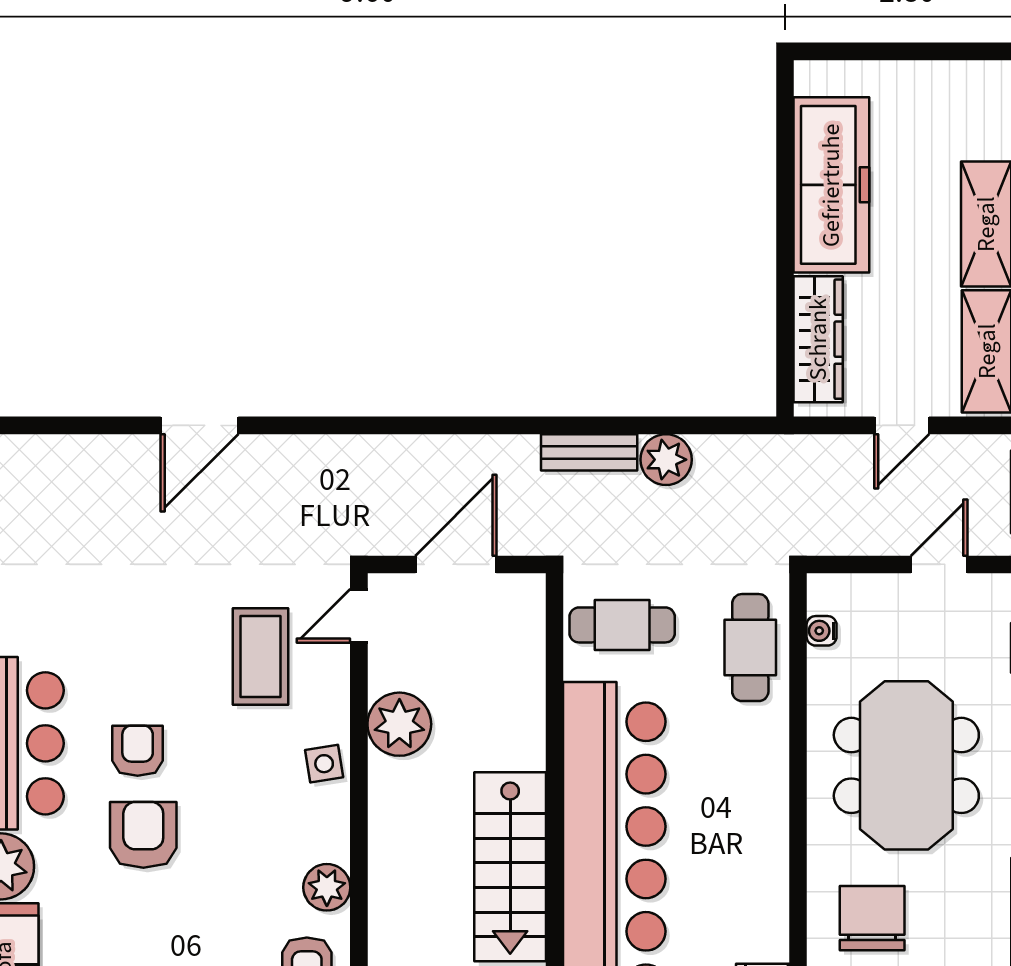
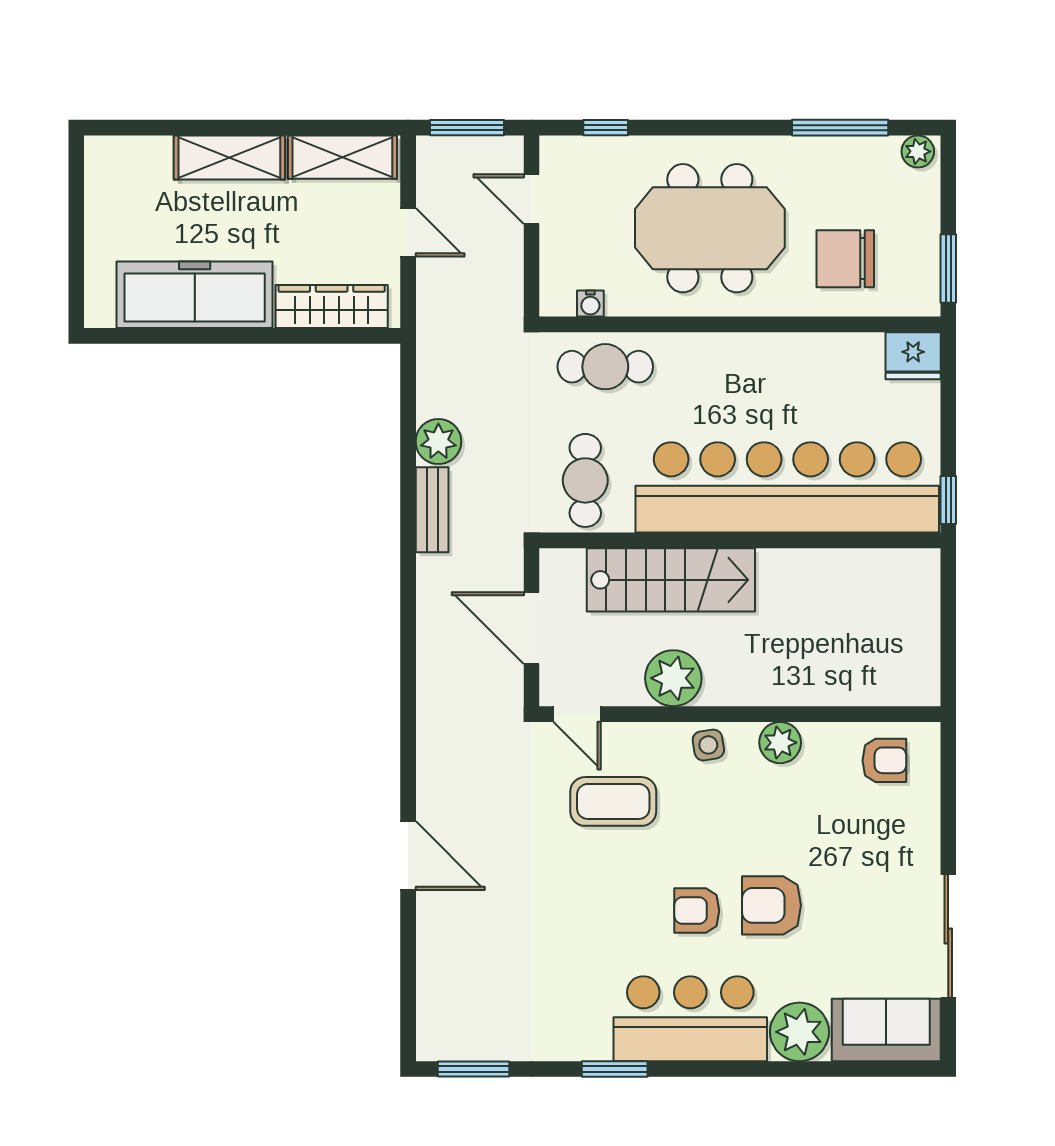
stairs: (510, 867) -> (671, 580), moved
plant: (327, 887) -> (780, 743), moved

